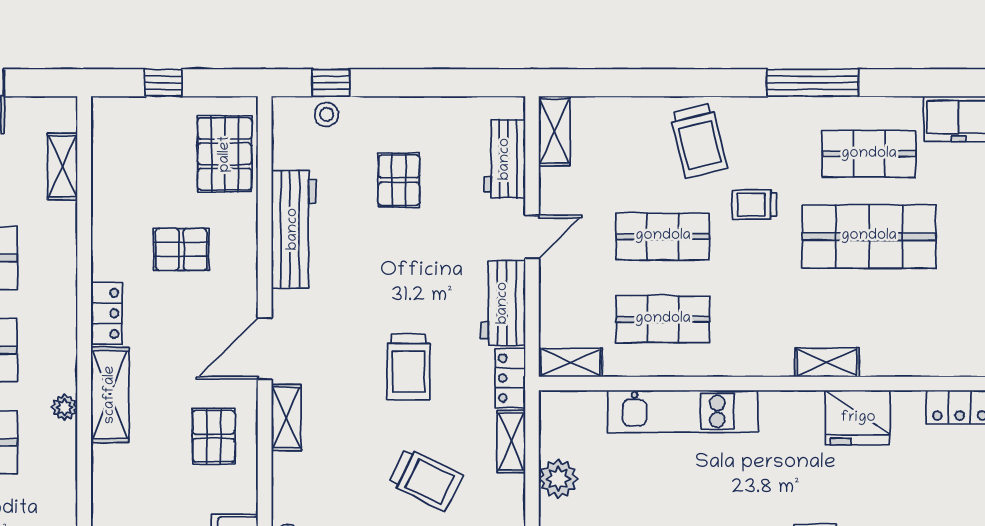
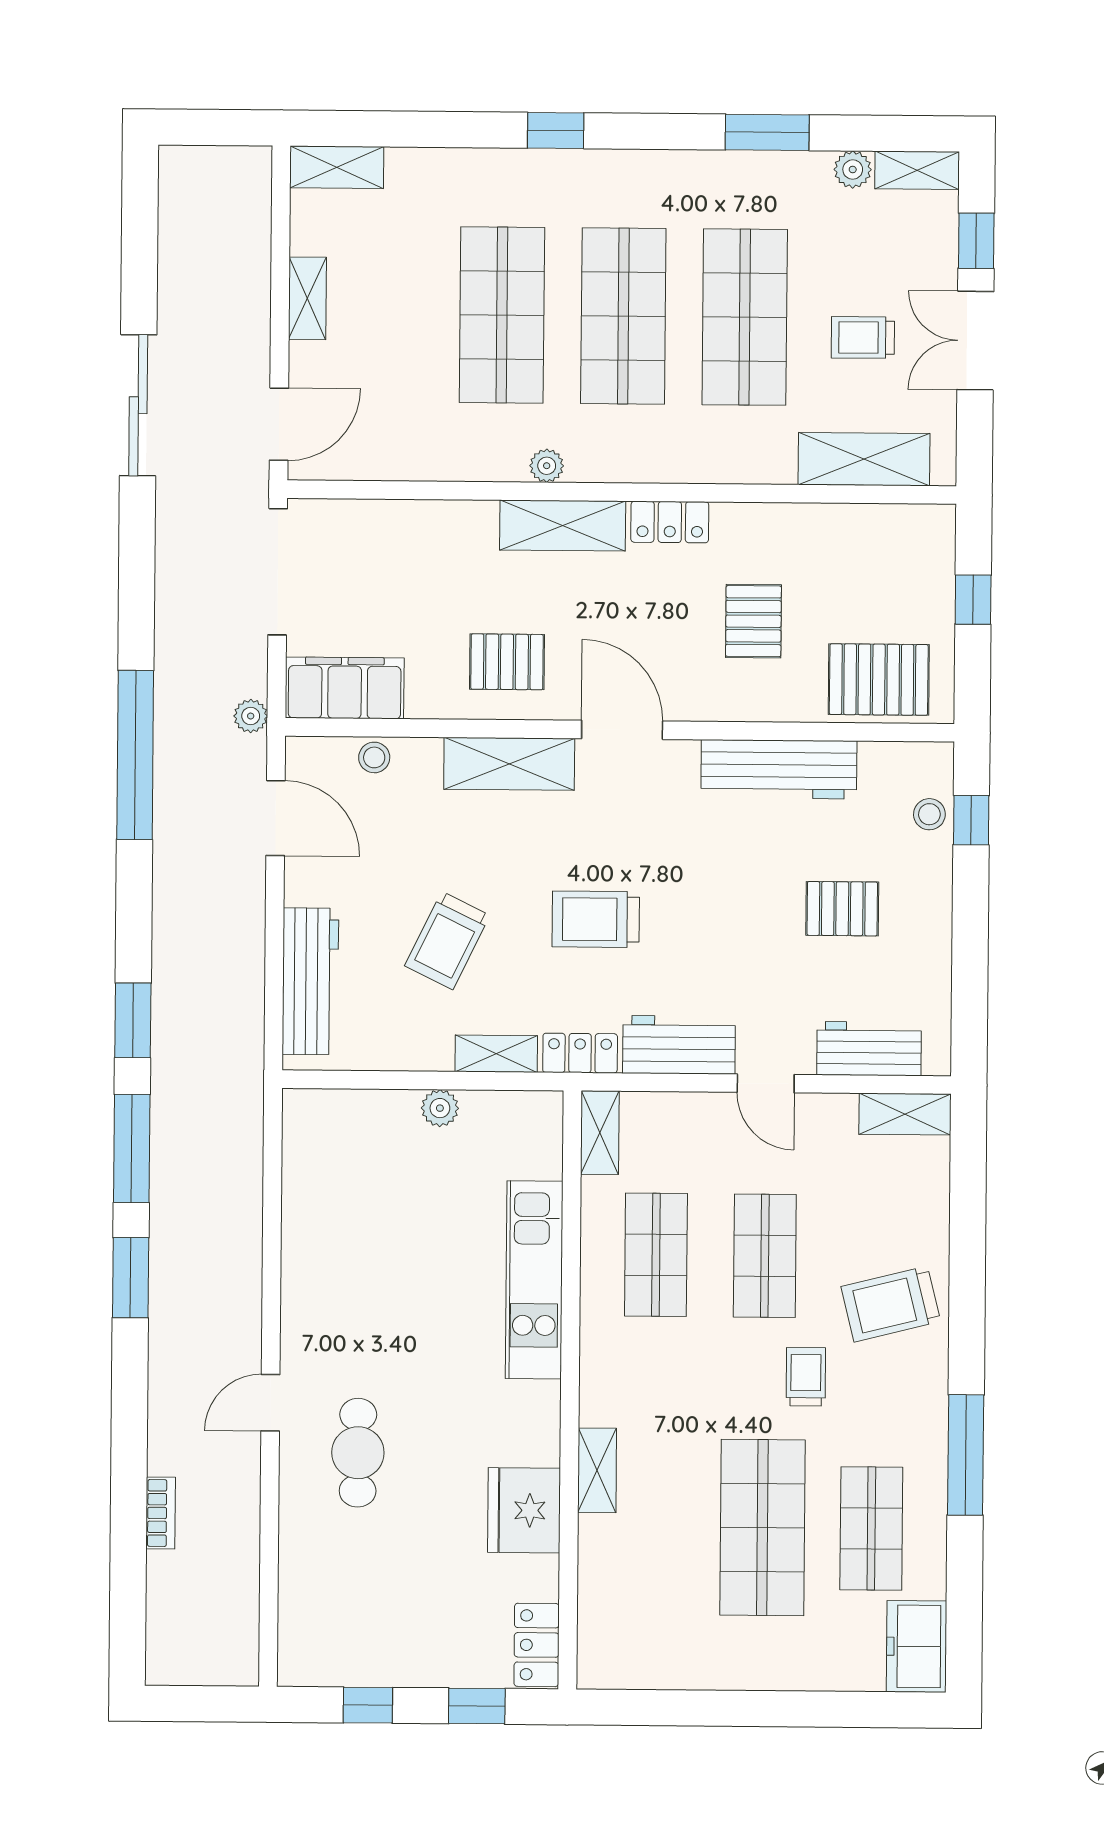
shelving: (62, 167) -> (864, 459), width x1.50, depth x1.33
shelving: (286, 417) -> (509, 764), width x1.50, depth x1.33
plant: (558, 479) -> (440, 1108), width x0.73, depth x0.73

